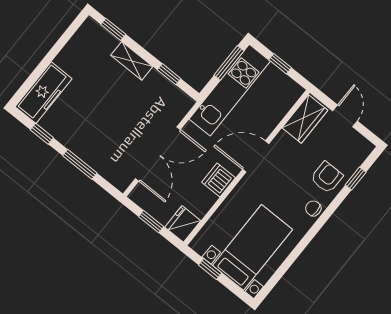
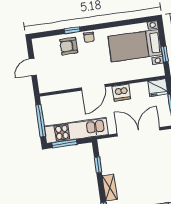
window: (280, 64) -> (41, 121), width x2.17
wardrobe: (305, 119) -> (53, 83), removed
door: (256, 157) -> (93, 87), hinge flipped
window: (356, 179) -> (72, 30), moved

